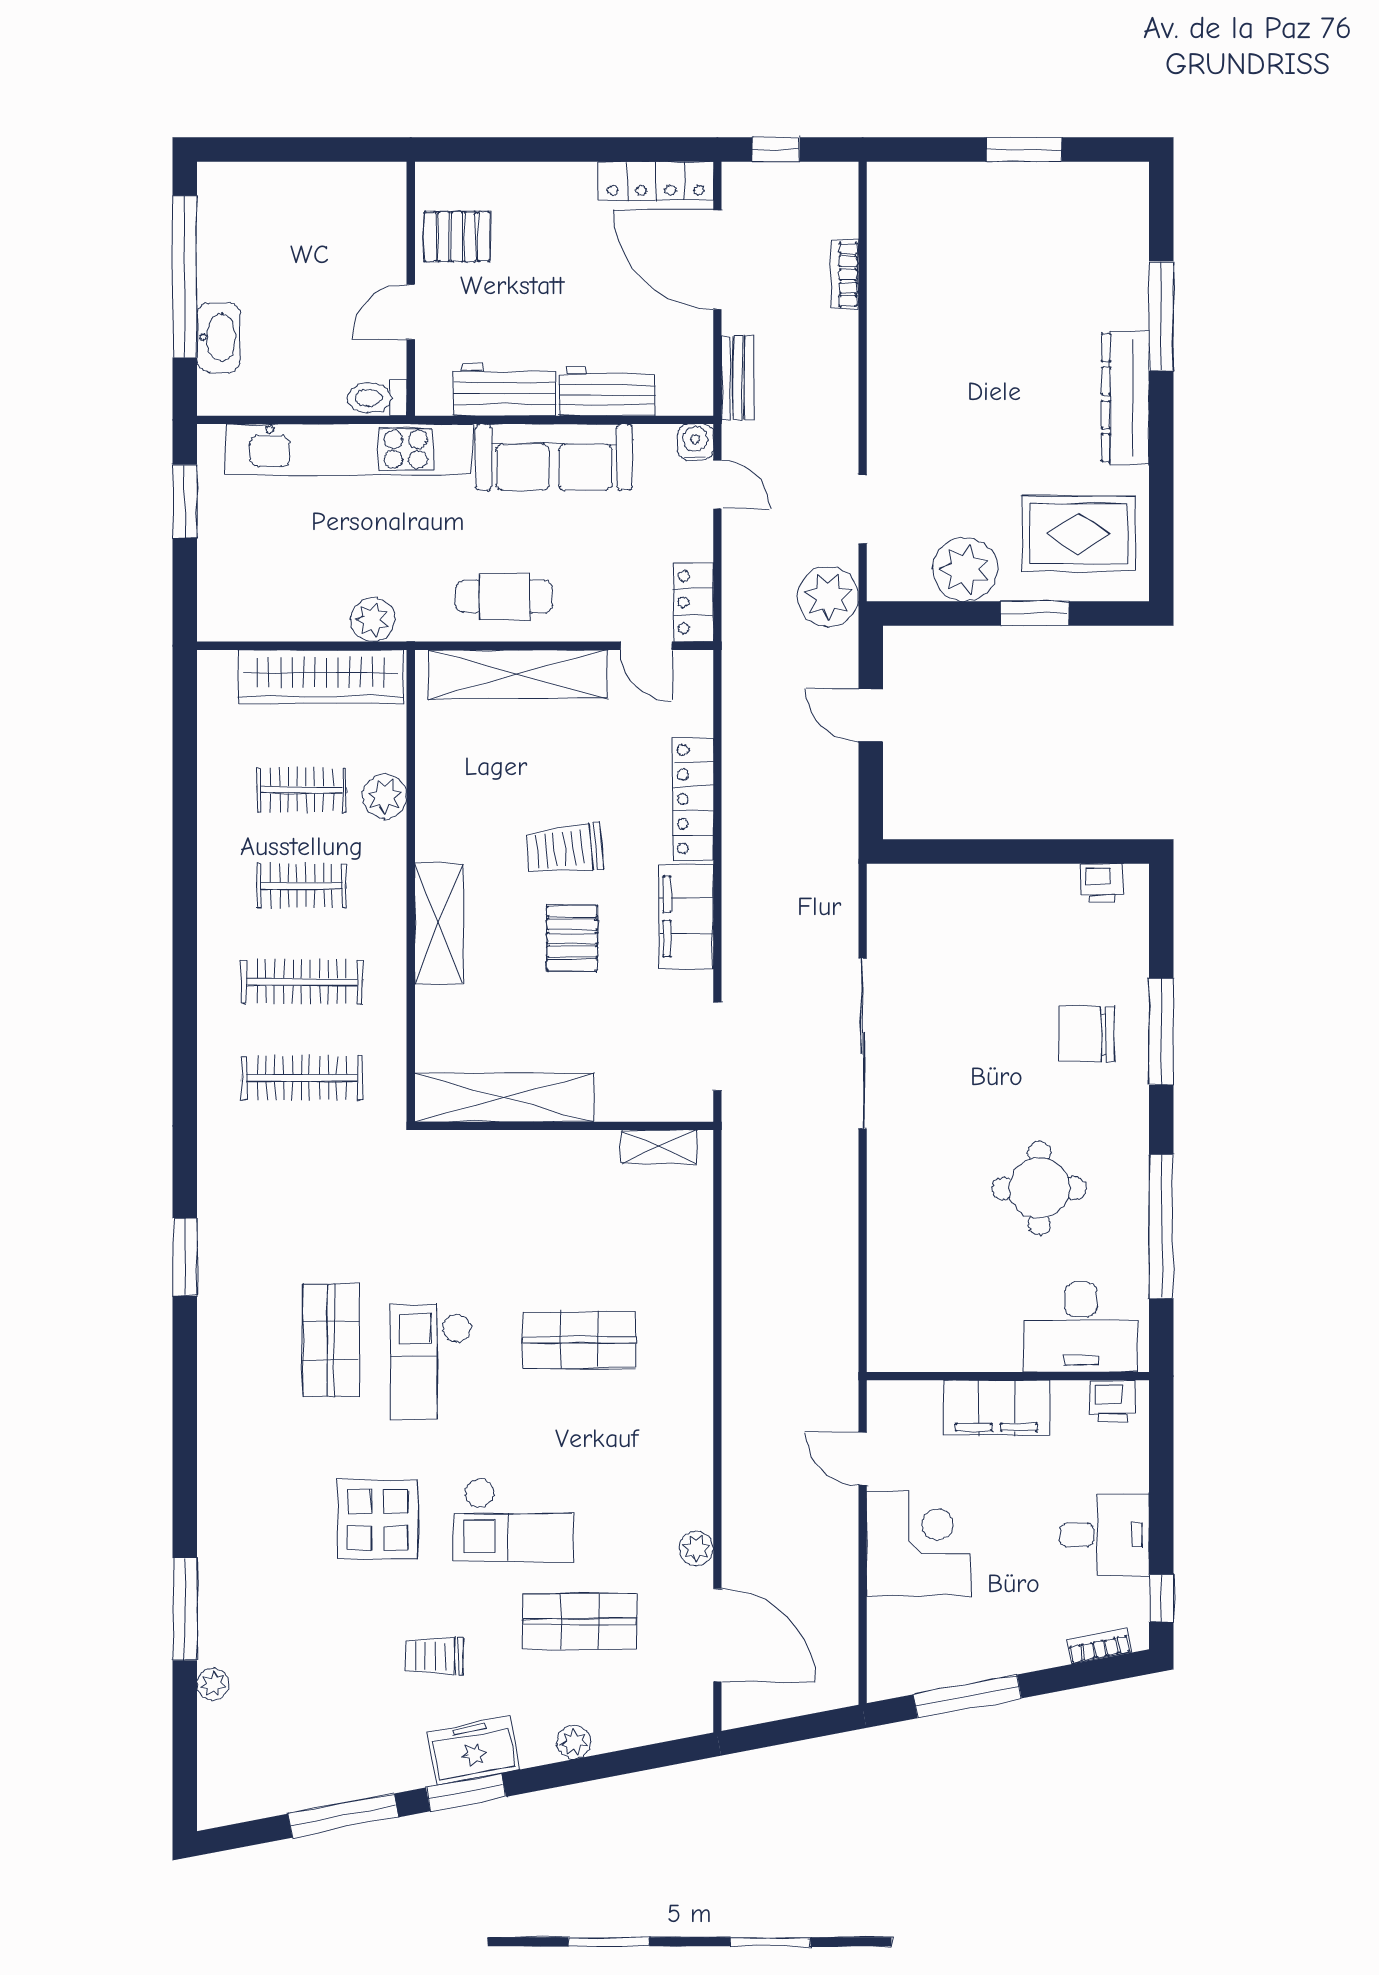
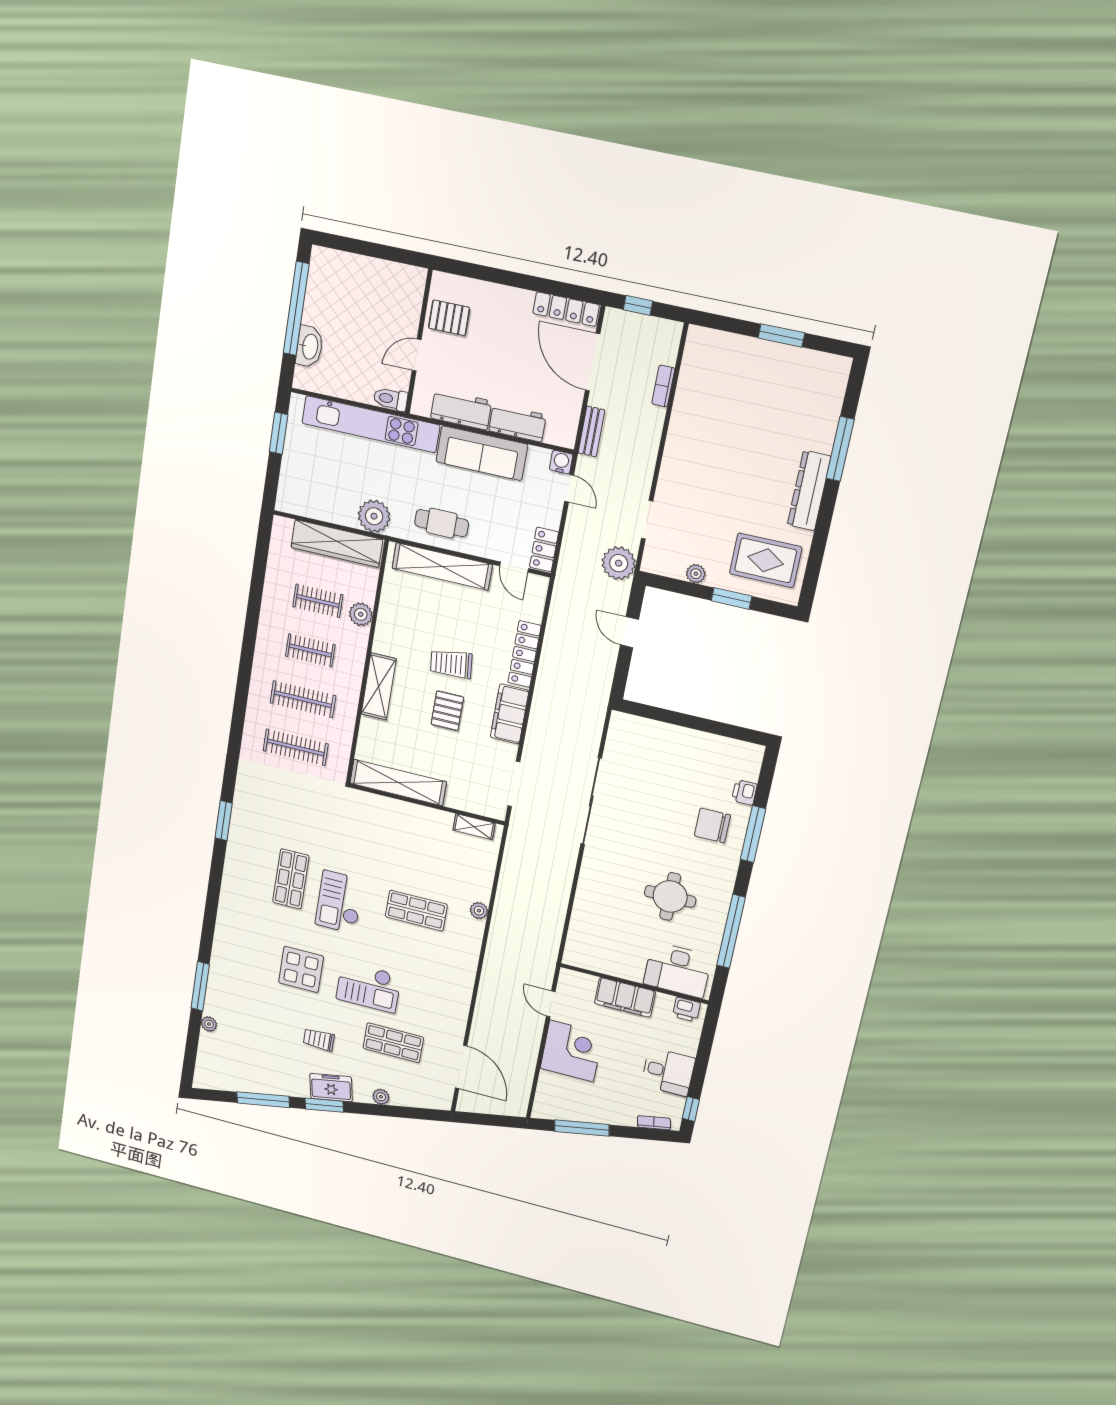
plant: (965, 569) -> (696, 574), width x0.53, depth x0.53
plant: (373, 620) -> (374, 516), width x1.36, depth x1.36
printer: (1102, 883) -> (744, 792), moved, turned 90
plant: (696, 1548) -> (479, 911), moved

